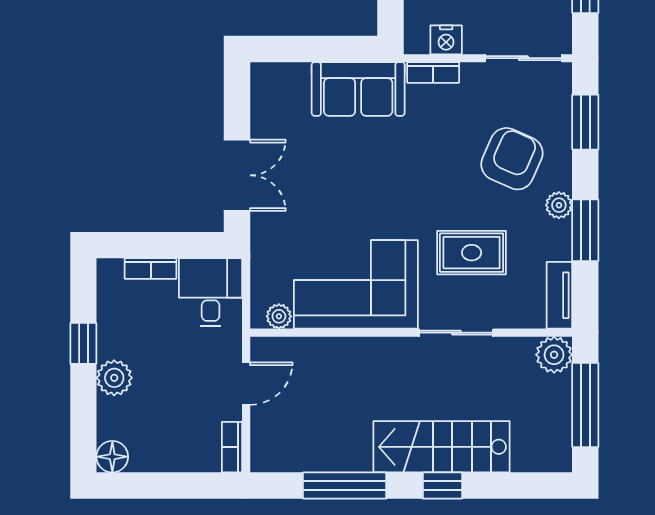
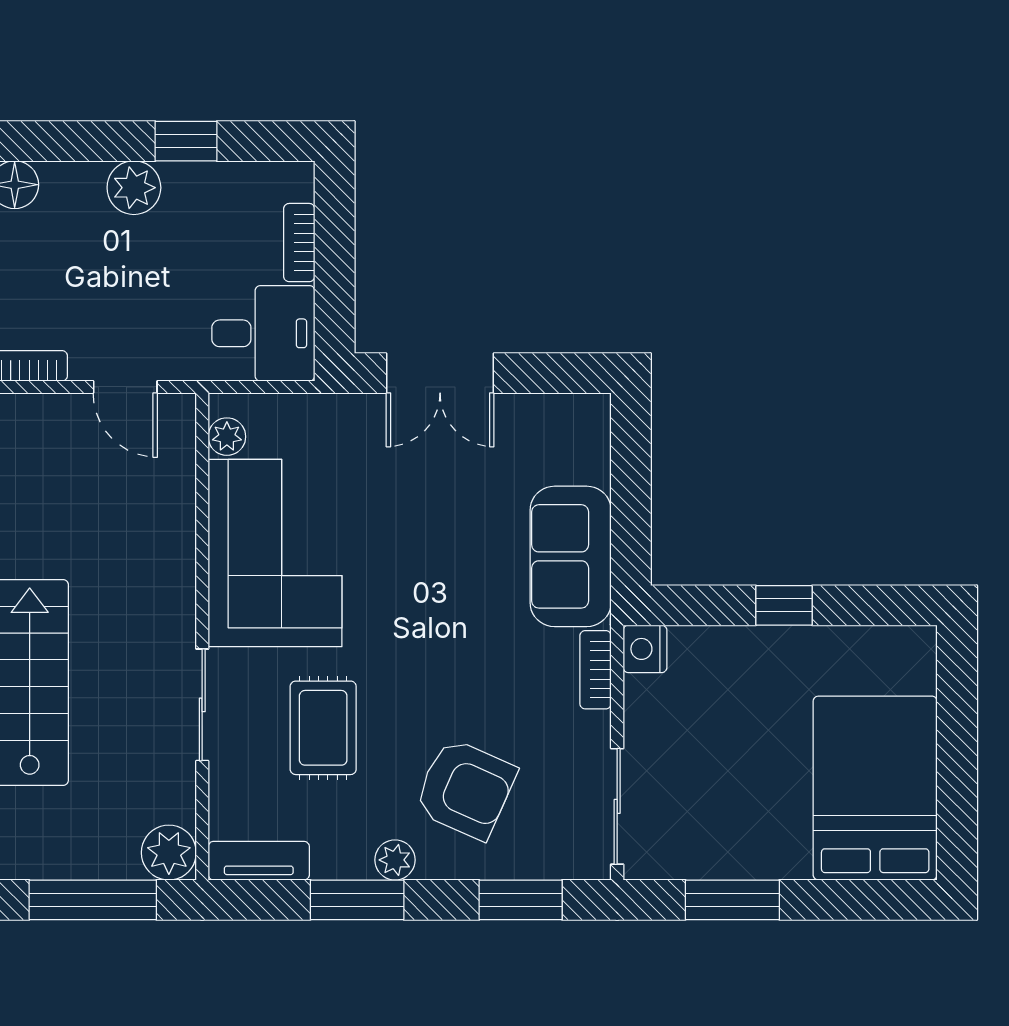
nightstand: (446, 40) -> (645, 649), moved

